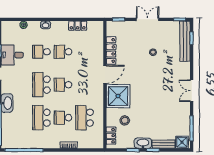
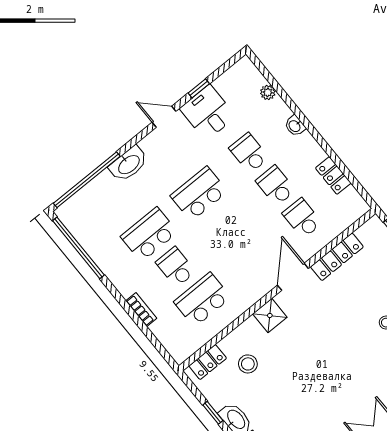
door: (105, 74) -> (293, 277), swing flipped
school desk: (63, 85) -> (302, 218), moved
shower: (118, 96) -> (270, 316), width x0.54, depth x0.54

